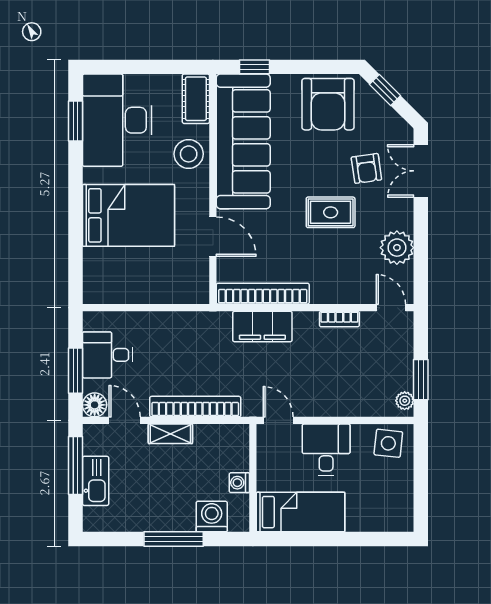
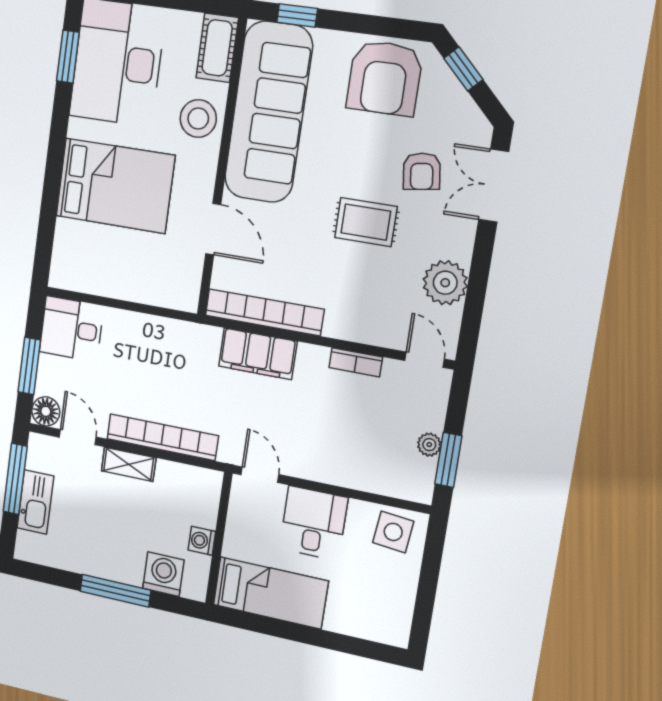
desk: (107, 355) -> (71, 329), moved
plant: (405, 401) -> (429, 445), moved

